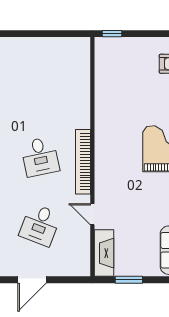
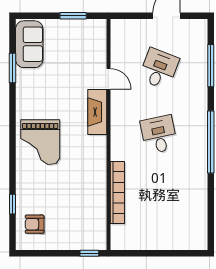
bookcase: (83, 162) -> (117, 193), moved
fireplace: (104, 253) -> (97, 112), moved

